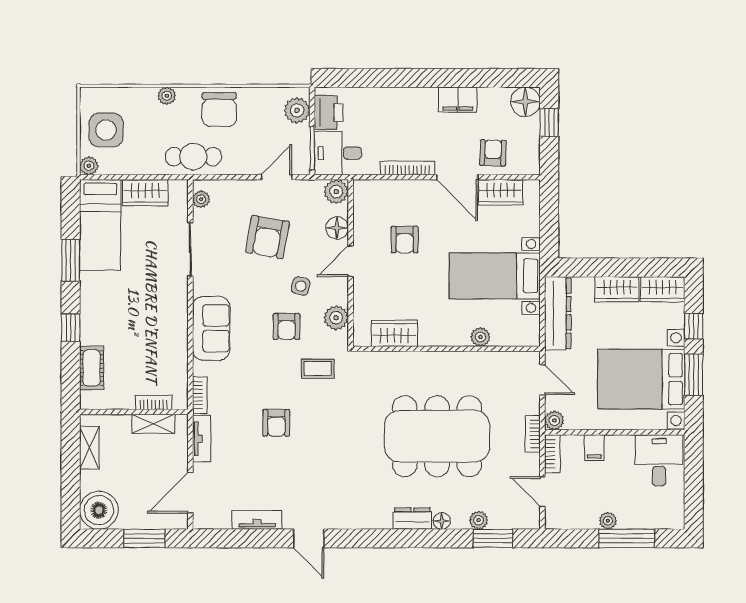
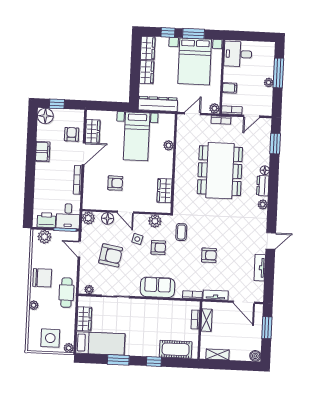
armchair: (493, 153) -> (72, 134), turned 88
cot: (92, 368) -> (176, 349), width x1.37, depth x1.34
boiler: (99, 510) -> (255, 356), width x0.54, depth x0.54
plant: (479, 520) -> (263, 204), moved

